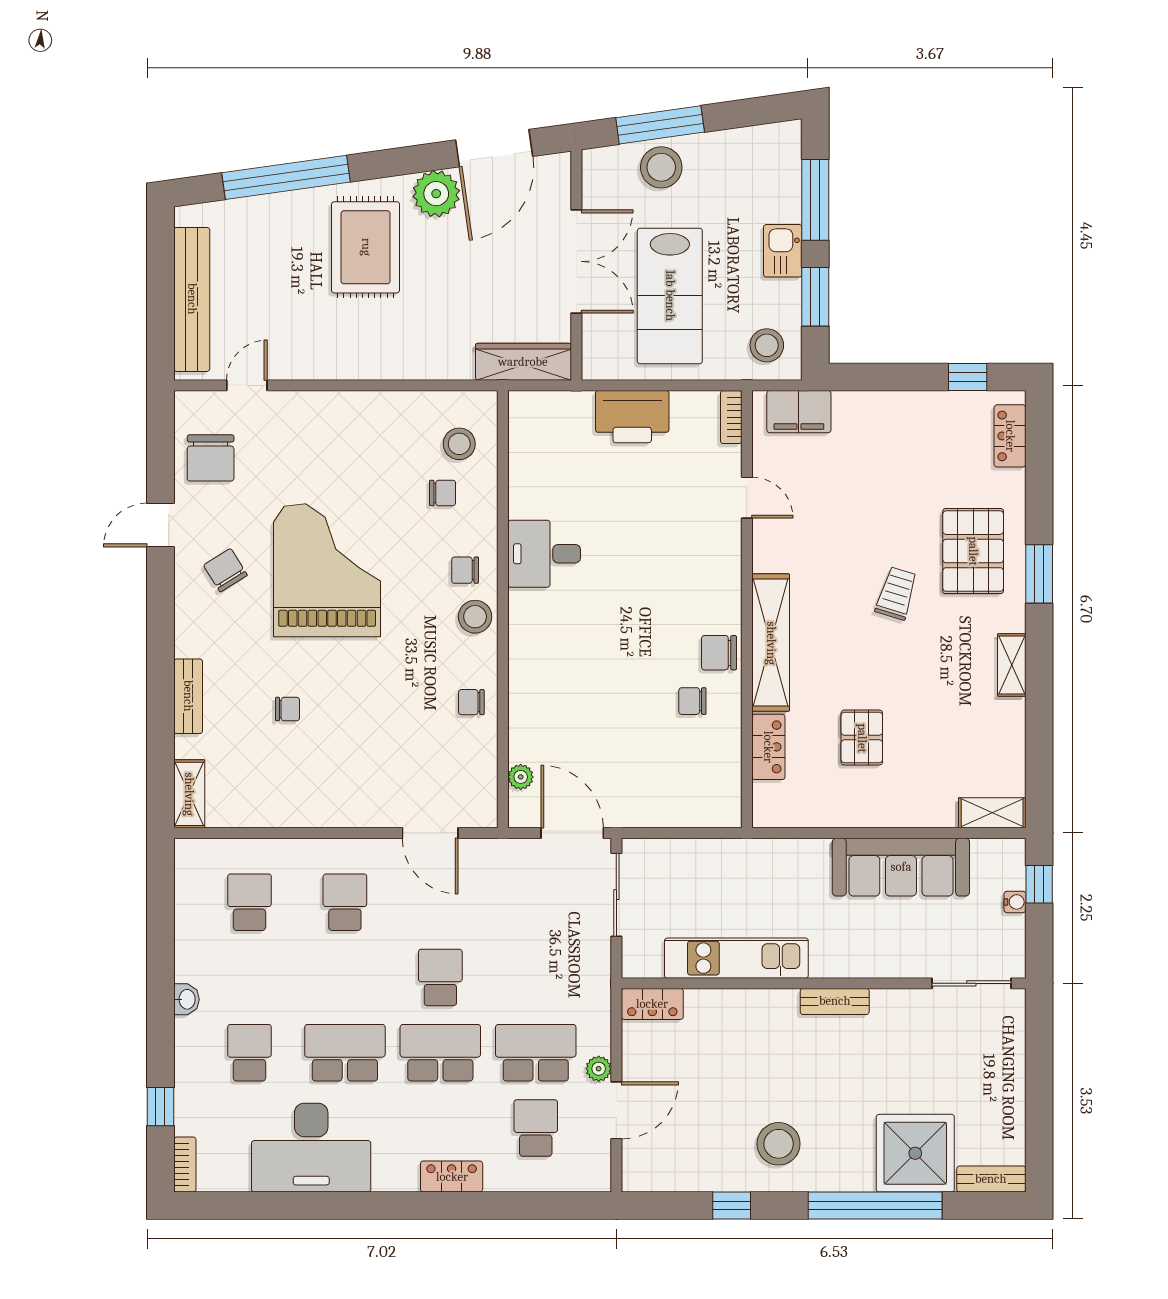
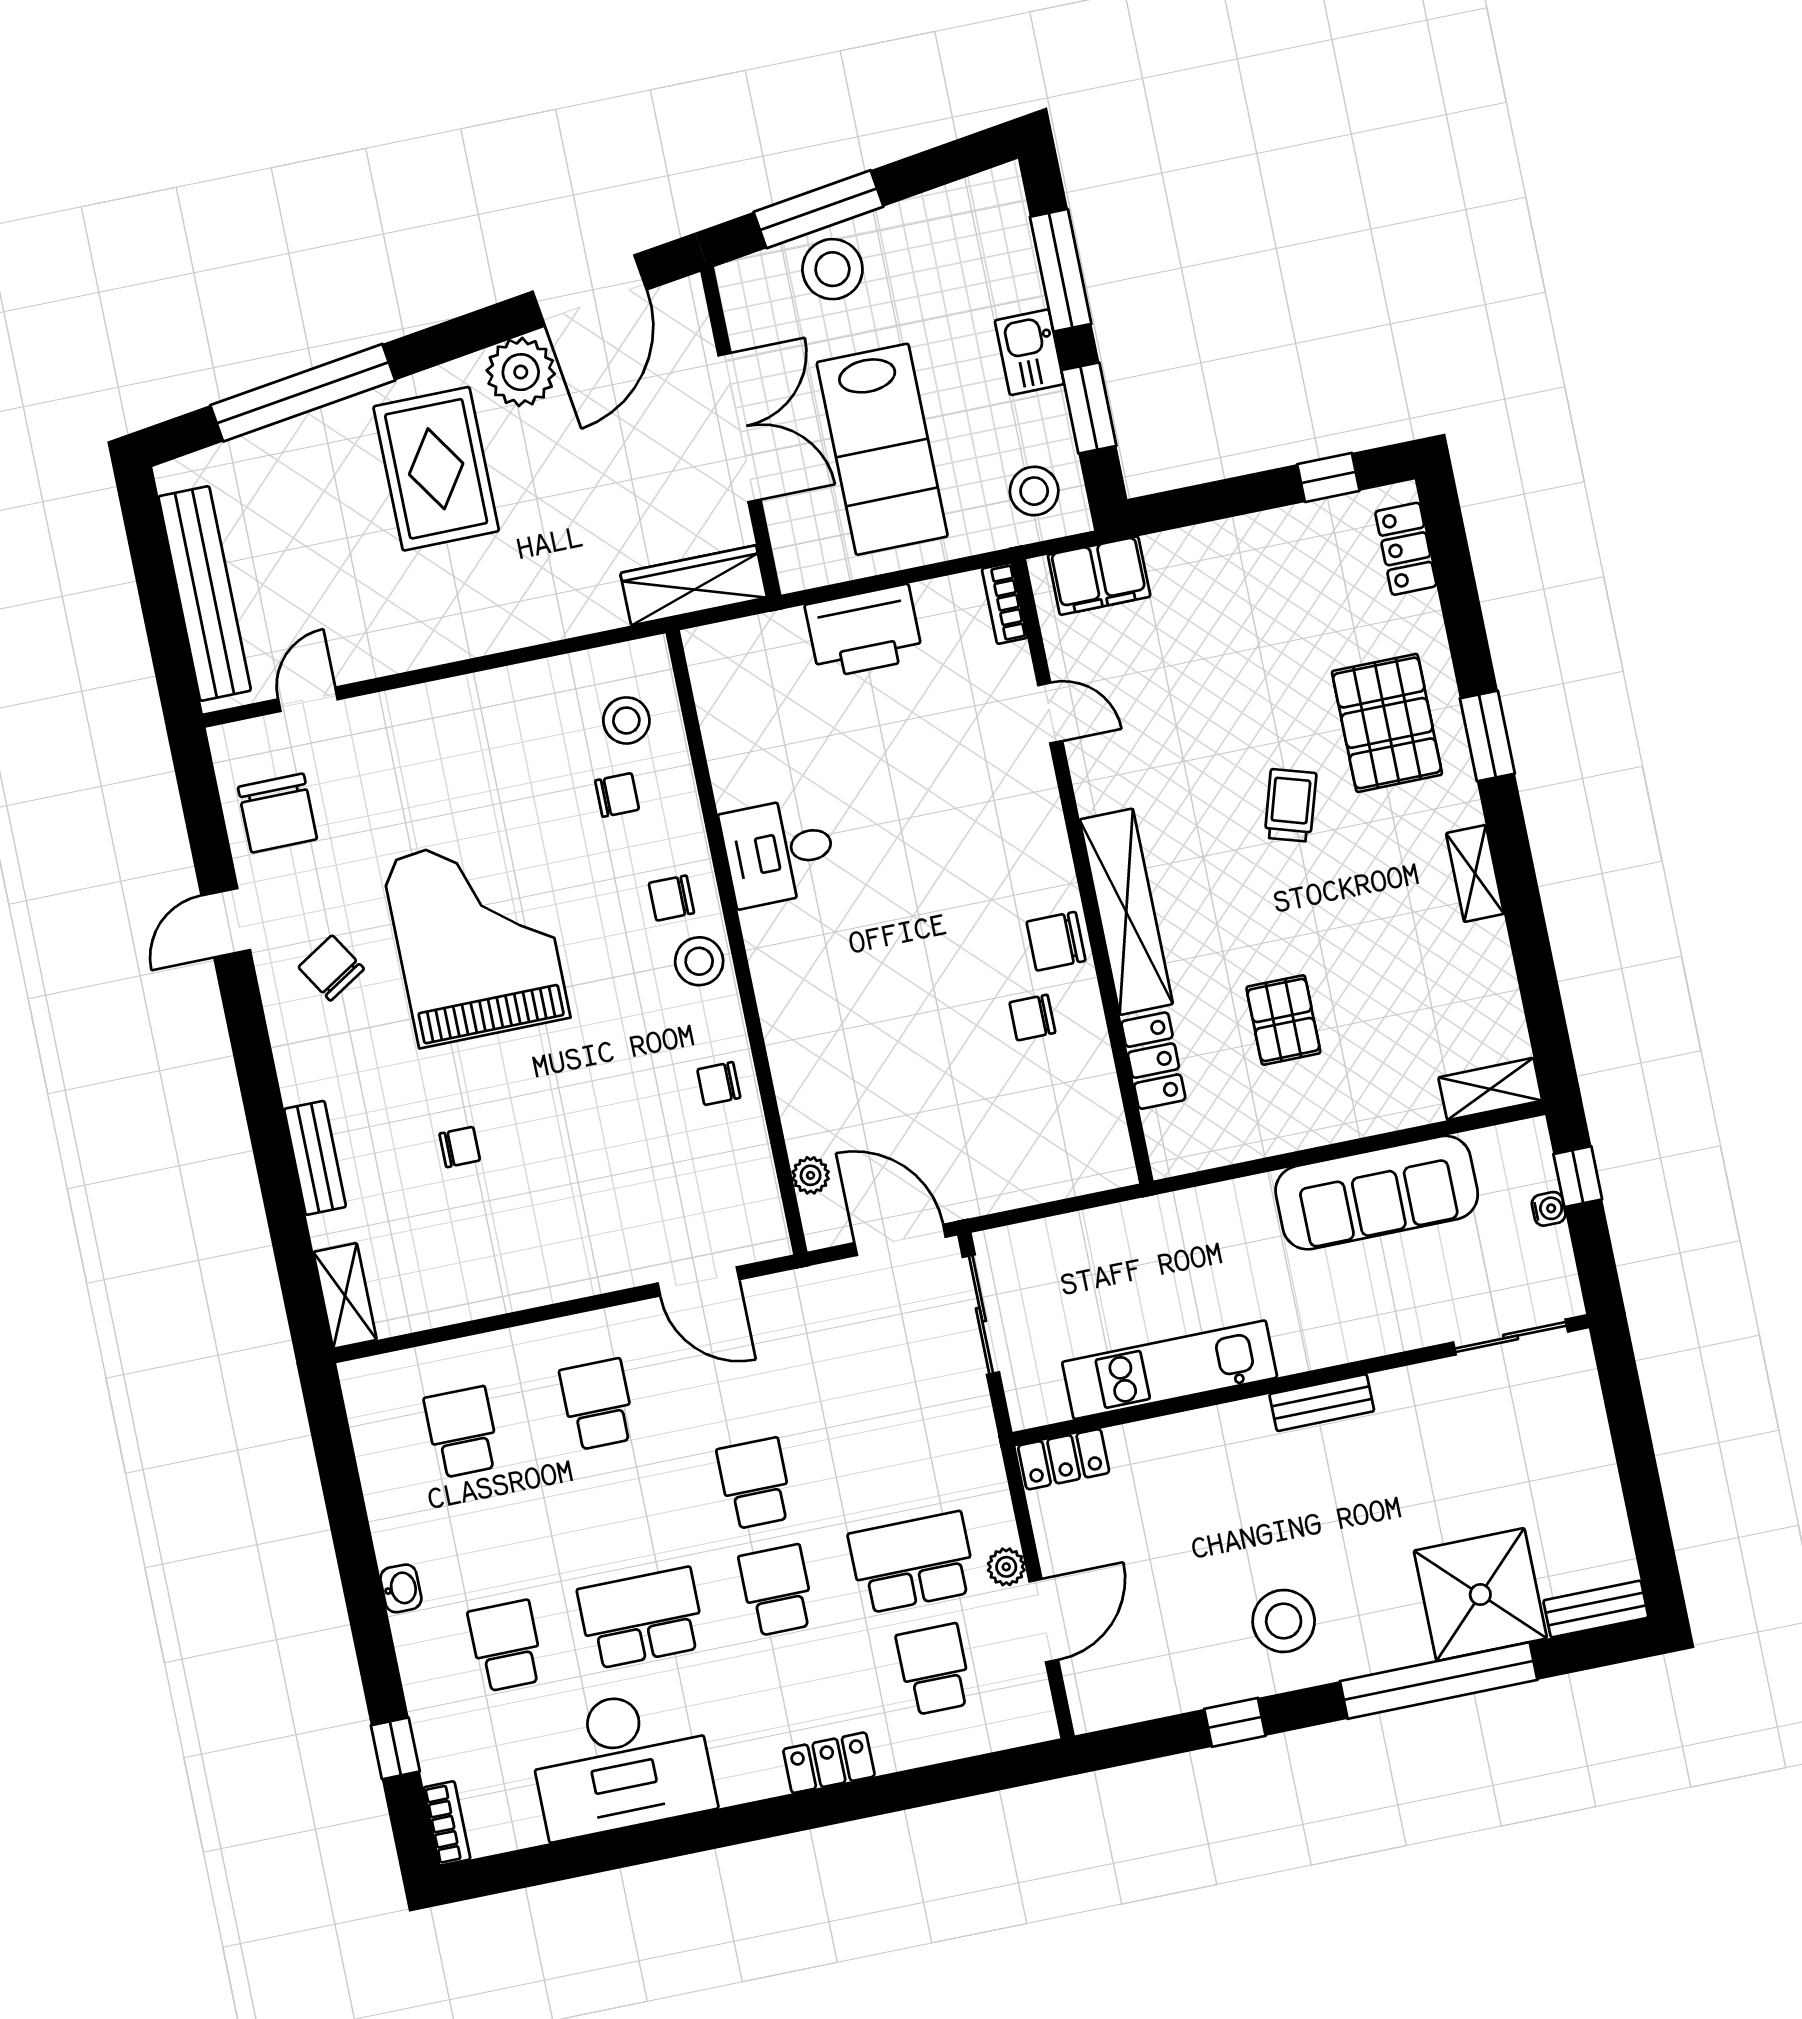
school desk: (440, 1053) -> (777, 1590), width x0.54

